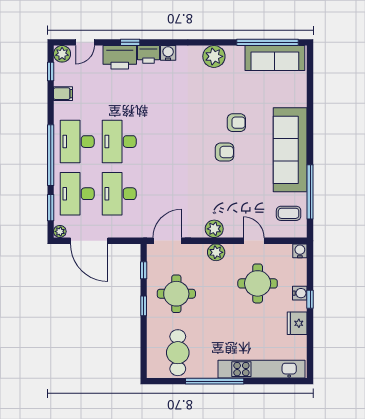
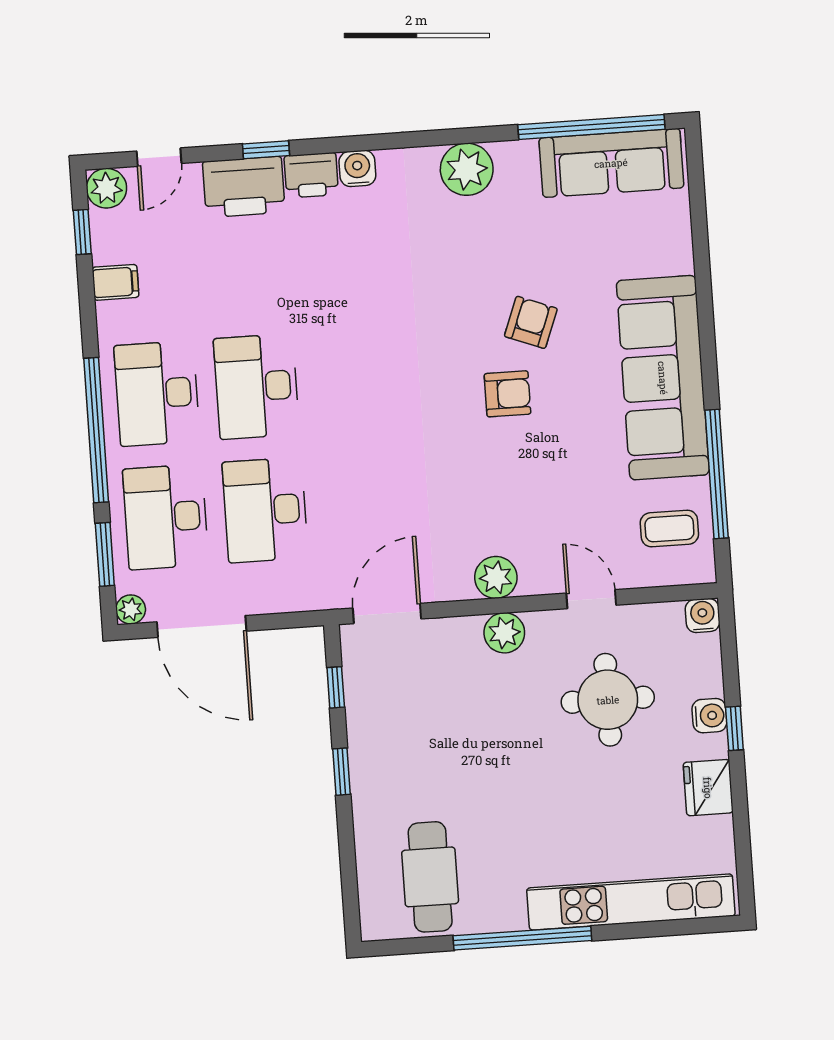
armchair: (236, 123) -> (531, 322), turned -69
round table: (176, 294) -> (417, 738), removed

